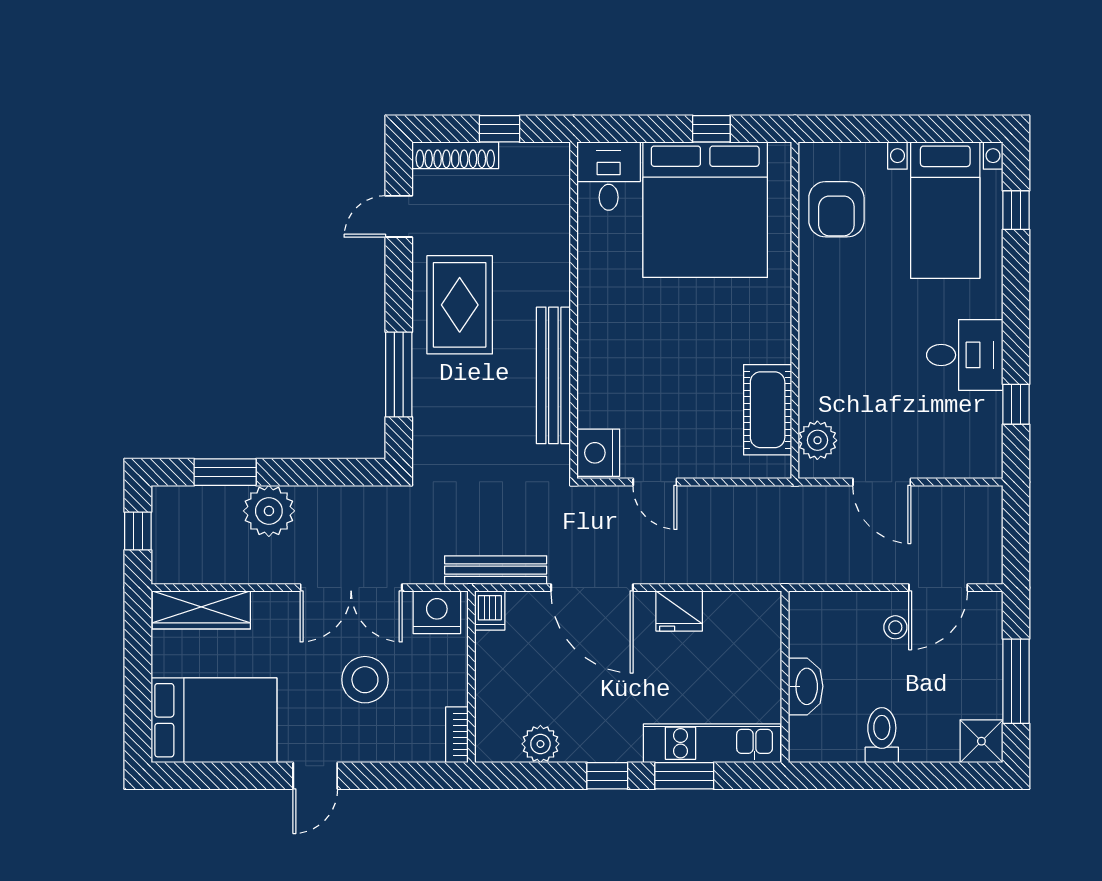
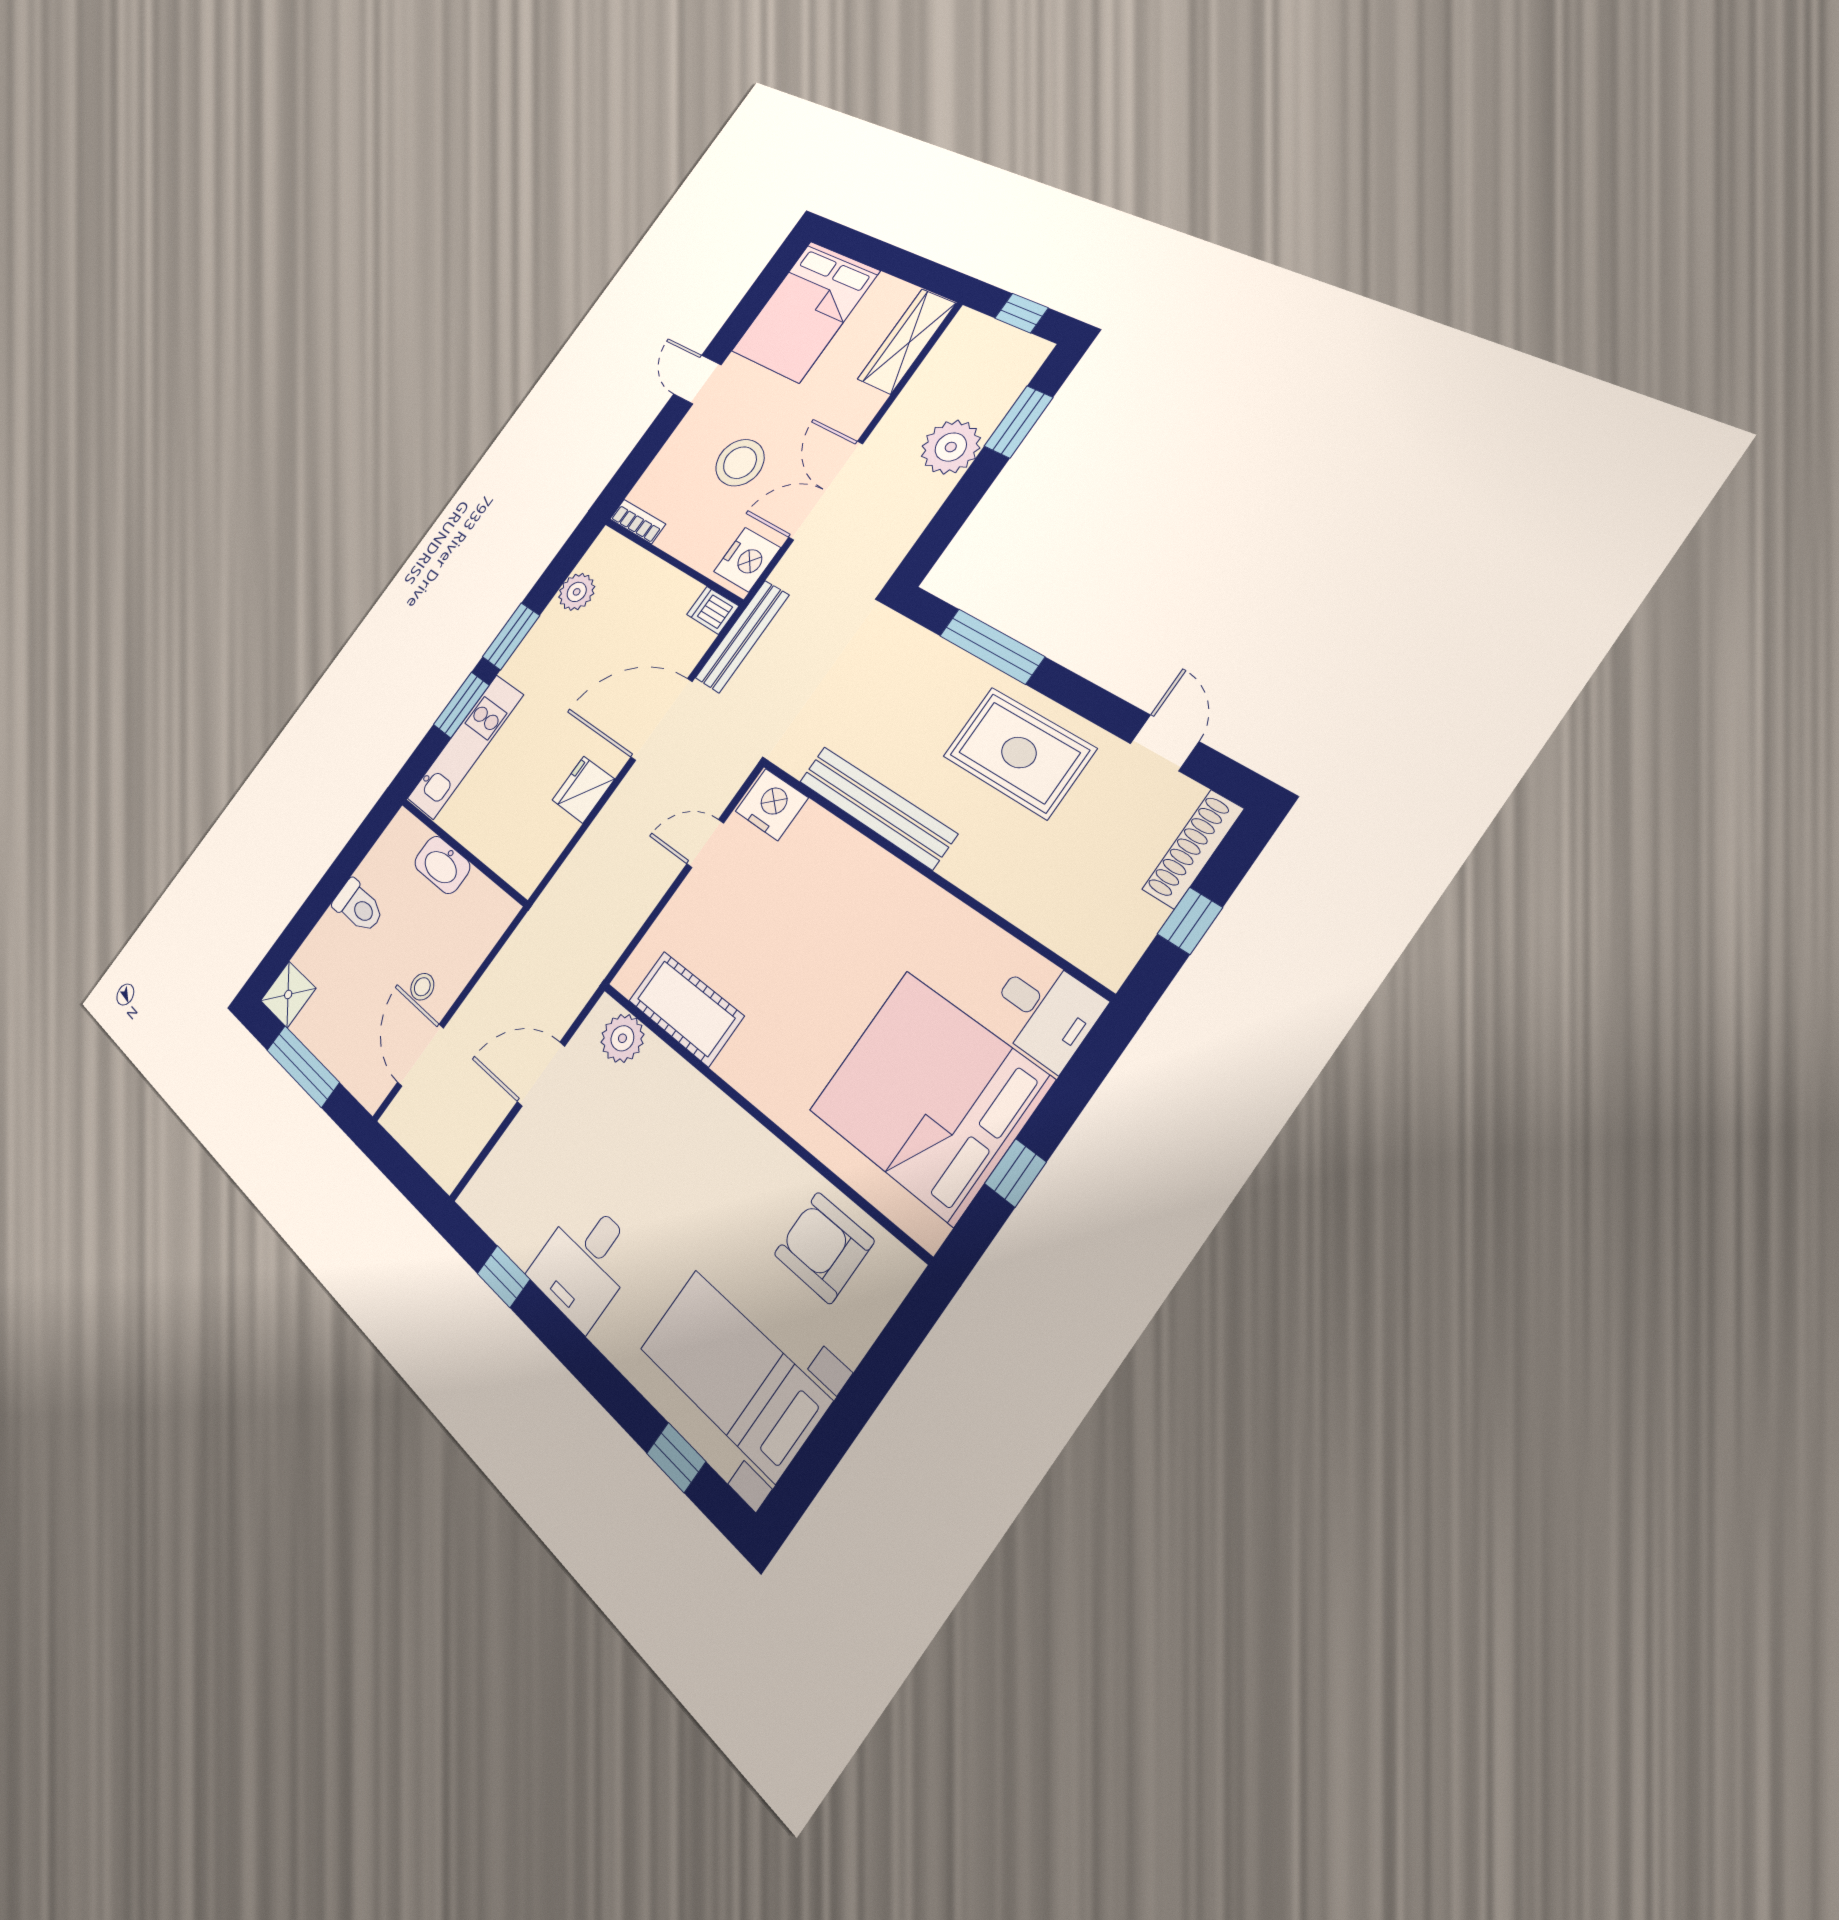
window: (607, 776) -> (511, 636), width x1.50

